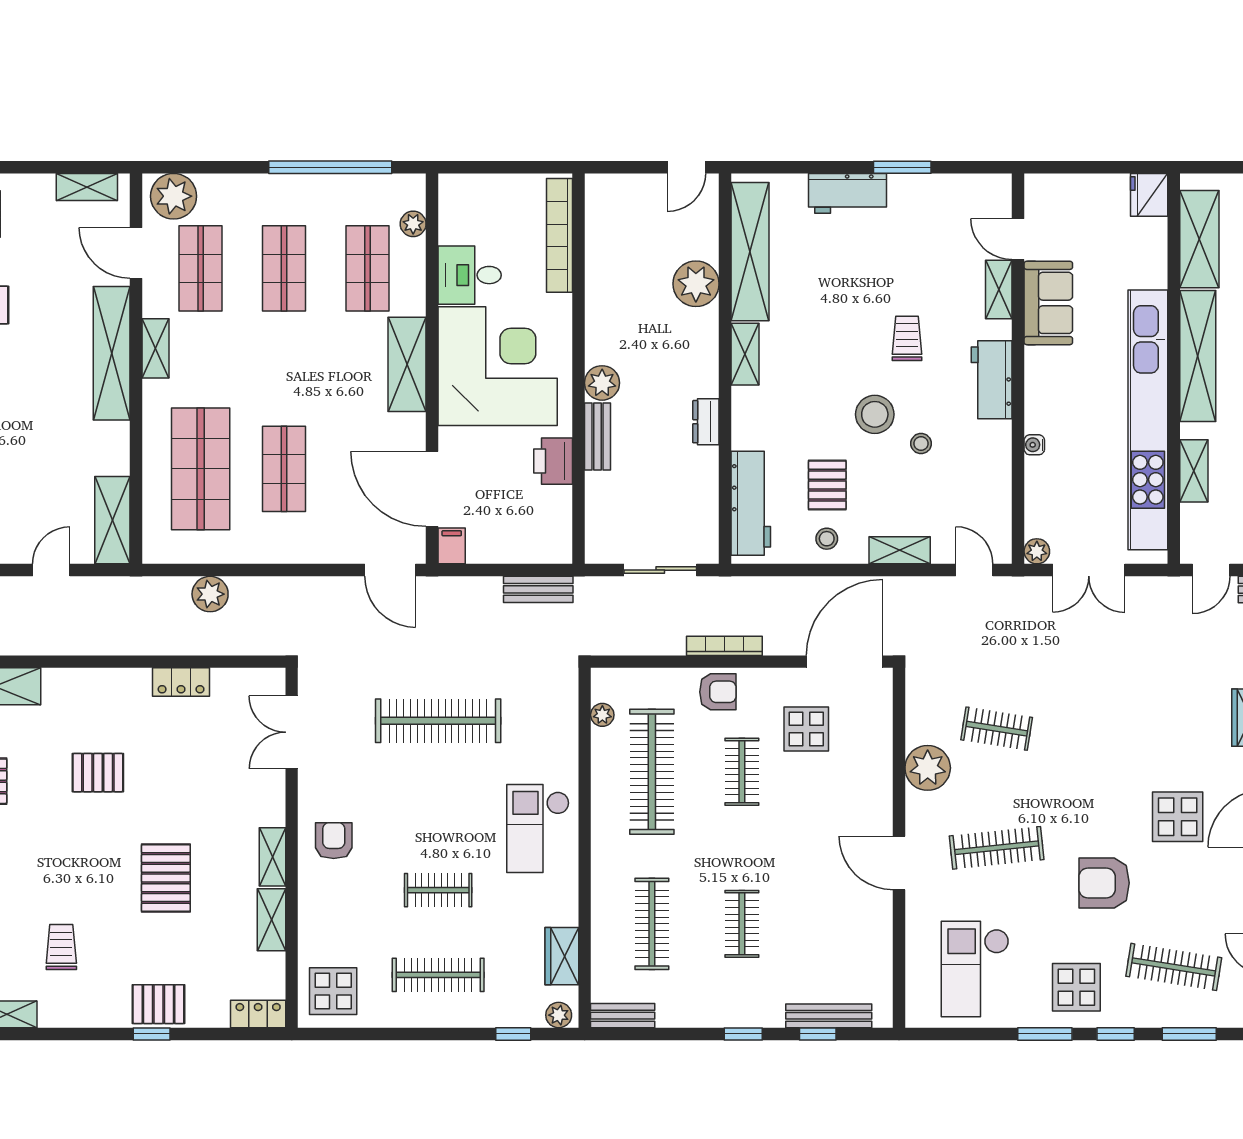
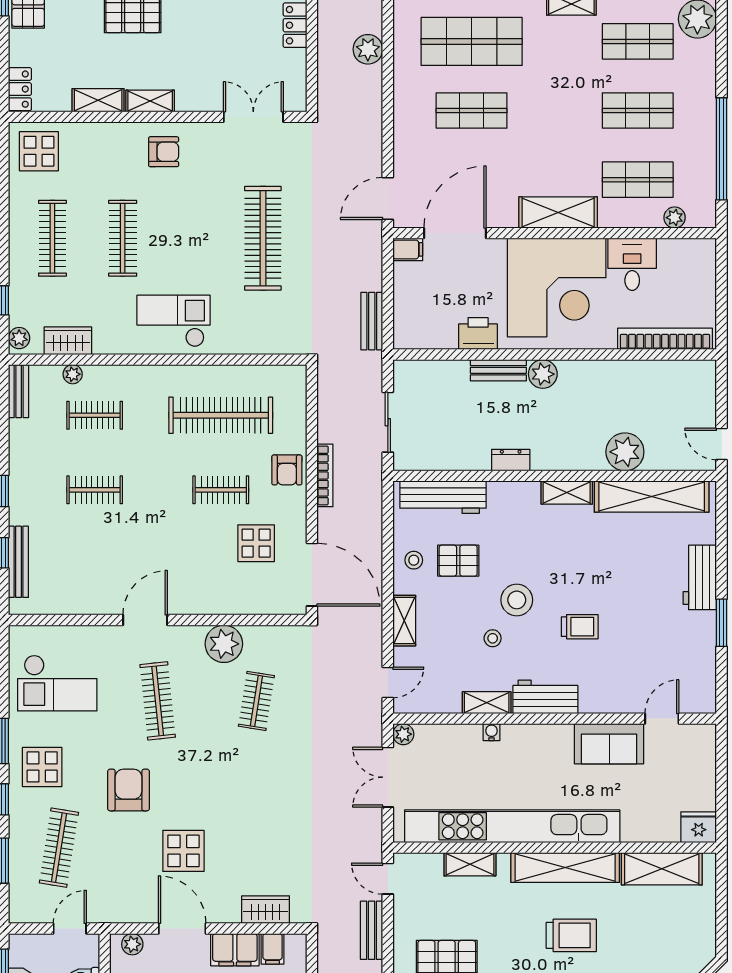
shelving: (999, 289) -> (487, 703), moved
plant: (602, 715) -> (73, 374), moved
clothes rail: (438, 890) -> (123, 238), width x1.36
clothes rail: (652, 924) -> (95, 415), width x0.73
checkout: (975, 969) -> (57, 683), turned 180

